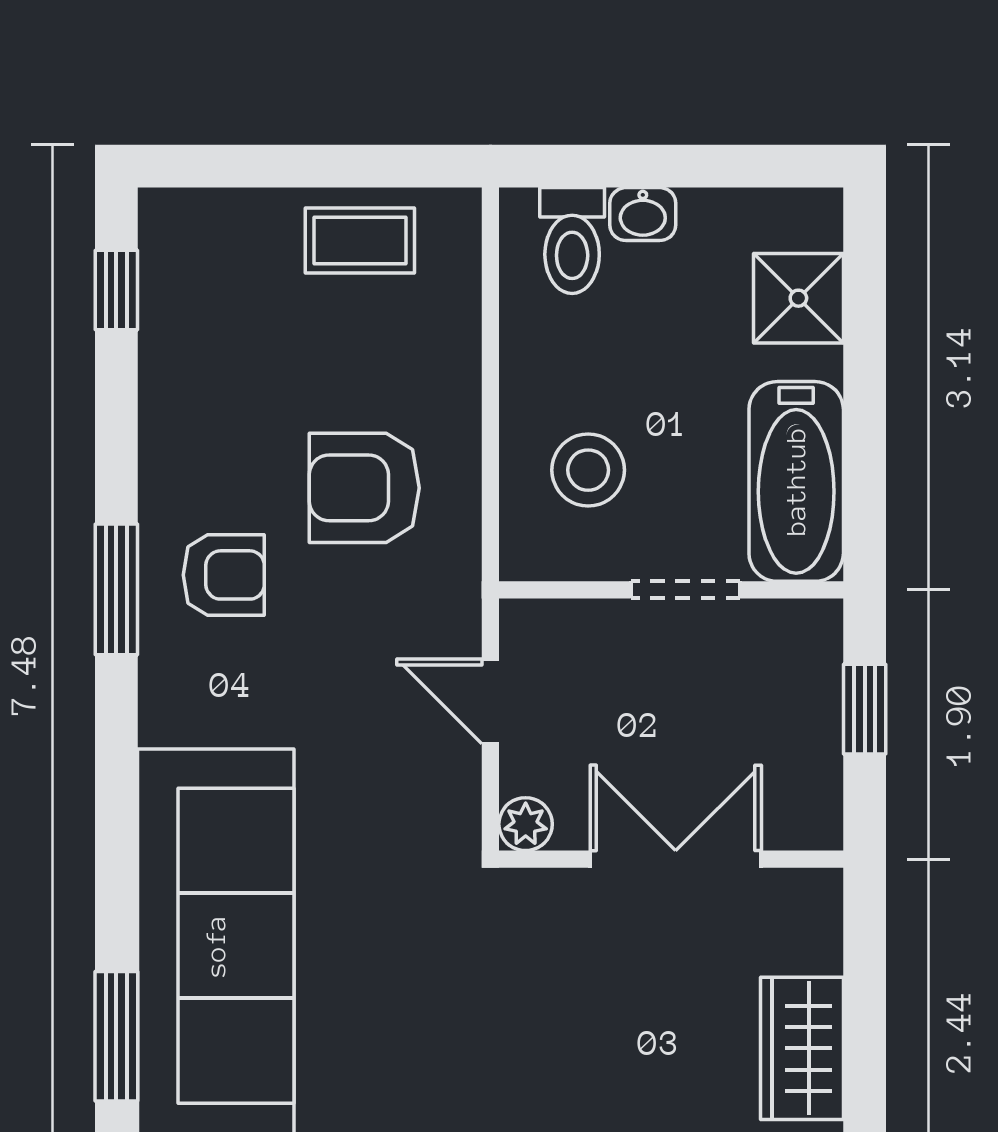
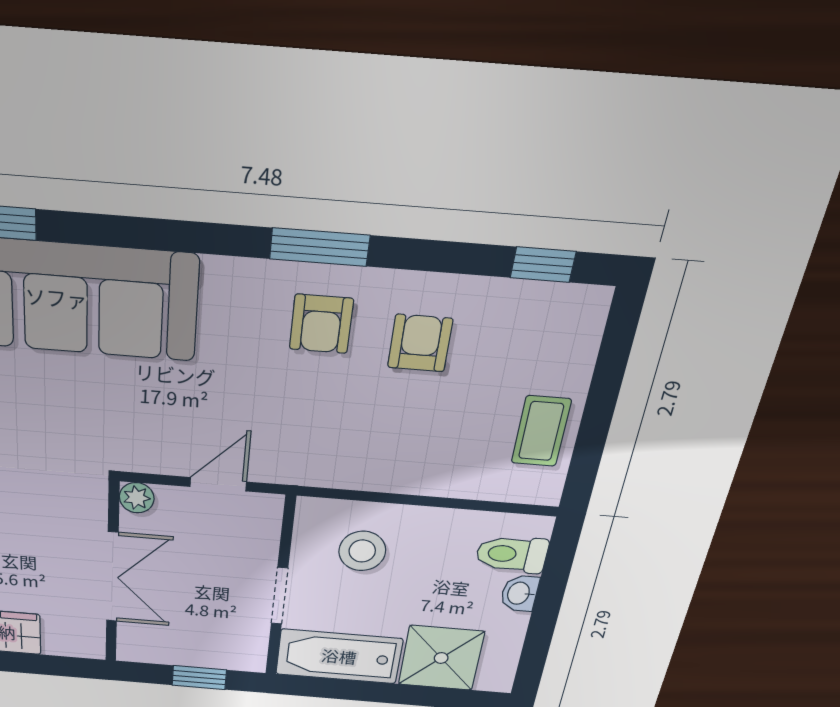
shower: (798, 298) -> (441, 658), width x1.36, depth x1.36
armchair: (364, 488) -> (420, 343), moved, width x0.72, depth x0.72

